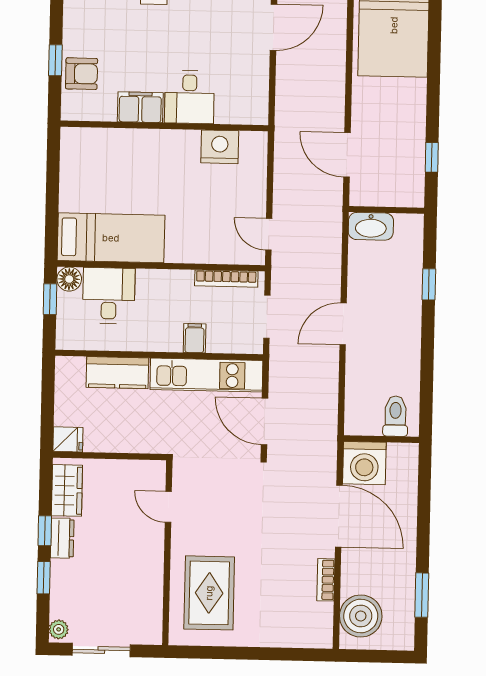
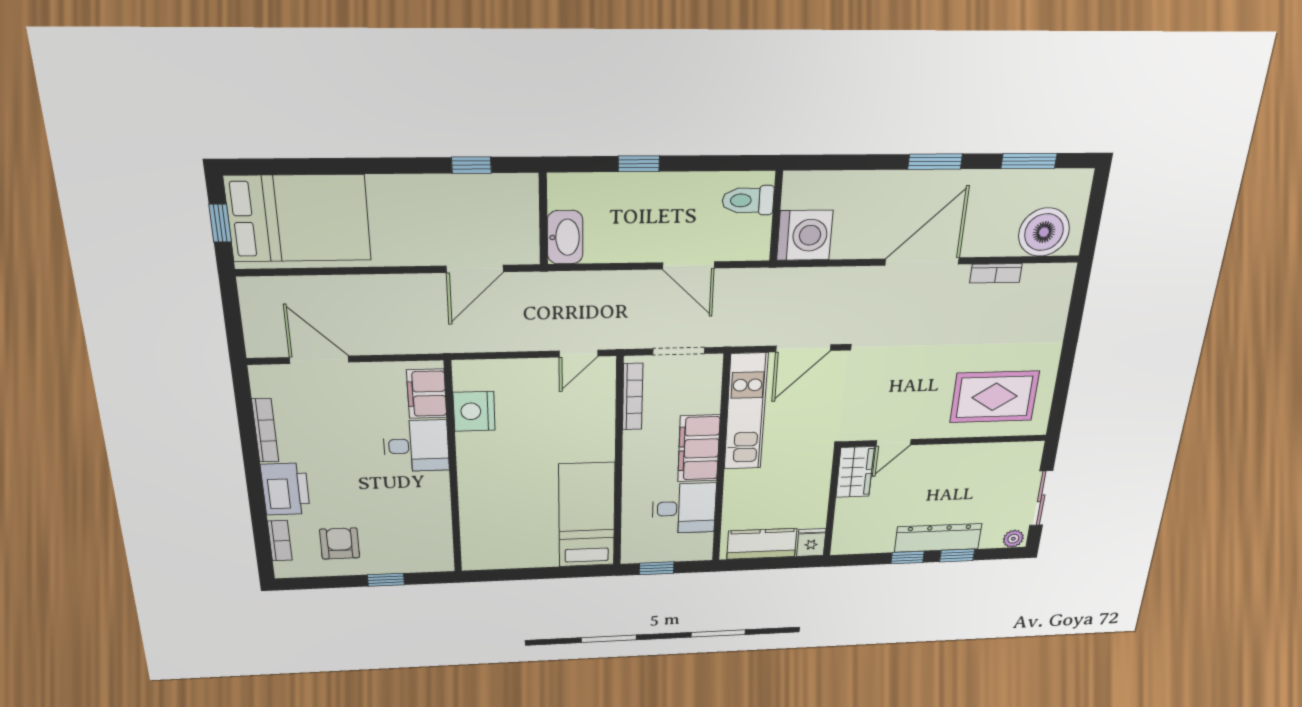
armchair: (82, 74) -> (340, 543), moved
filing cabinet: (140, 107) -> (427, 394), moved
floor lamp: (69, 279) -> (634, 552), removed
desk: (109, 296) -> (684, 508), moved, turned 180
filing cabinet: (195, 338) -> (699, 448), width x3.00, depth x1.17
kitchen counter: (117, 373) -> (762, 544), moved, turned -90
toilet: (395, 416) -> (748, 200), moved
wall: (381, 439) -> (776, 216), moved
washing machine: (364, 463) -> (805, 235), moved
wardrobe: (67, 490) -> (855, 472), moved, turned 90
window: (424, 518) -> (935, 162), added
dresser: (62, 538) -> (938, 538), width x1.96, depth x1.24

